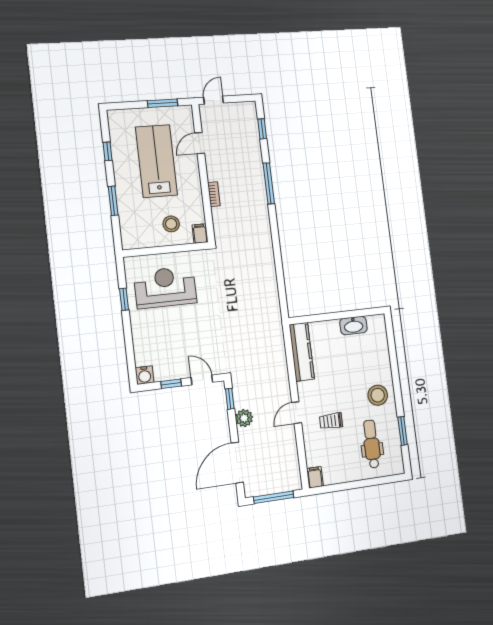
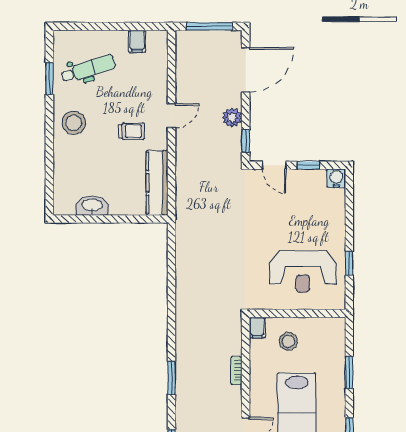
window: (269, 183) -> (172, 378), width x0.69
trolley: (331, 421) -> (132, 131), moved
dental chair: (372, 444) -> (88, 69), turned -108
filing cabinet: (315, 477) -> (137, 41), moved

